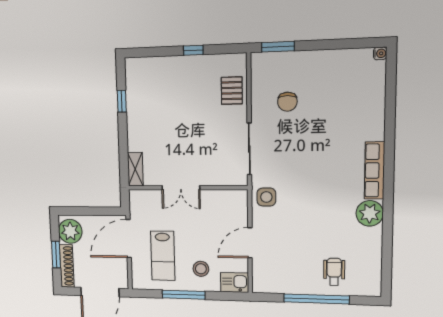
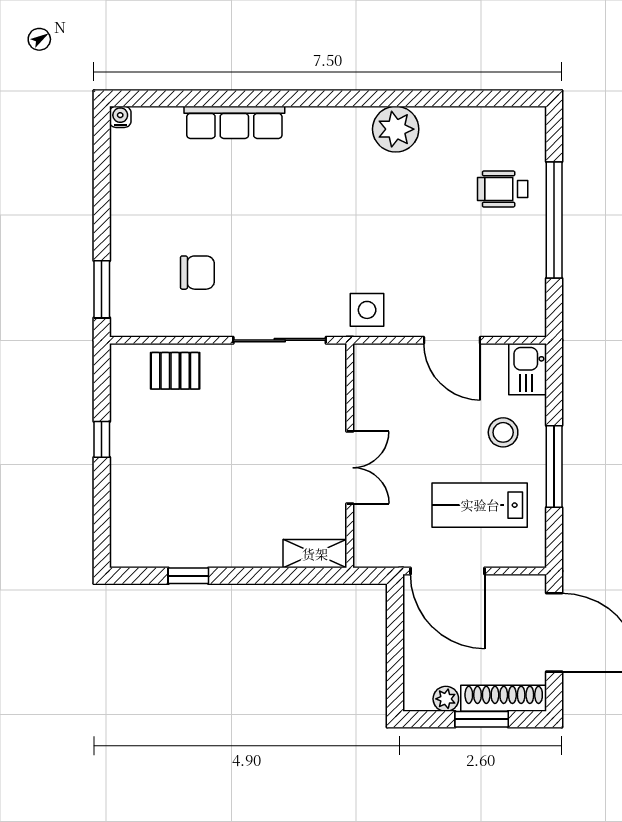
row of seats: (374, 170) -> (234, 122), moved
plant: (70, 231) -> (446, 699), width x0.53, depth x0.53
lab bench: (163, 256) -> (480, 505), turned 180

